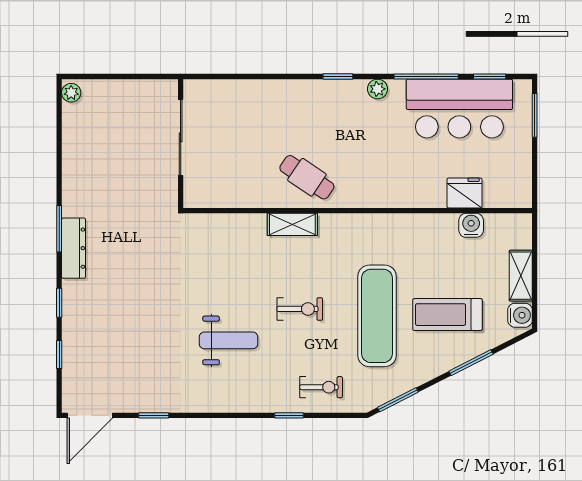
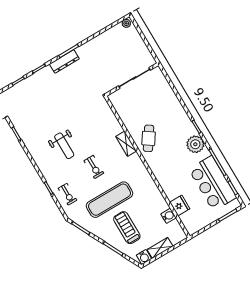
plant: (378, 89) -> (195, 144), width x1.88, depth x1.88

